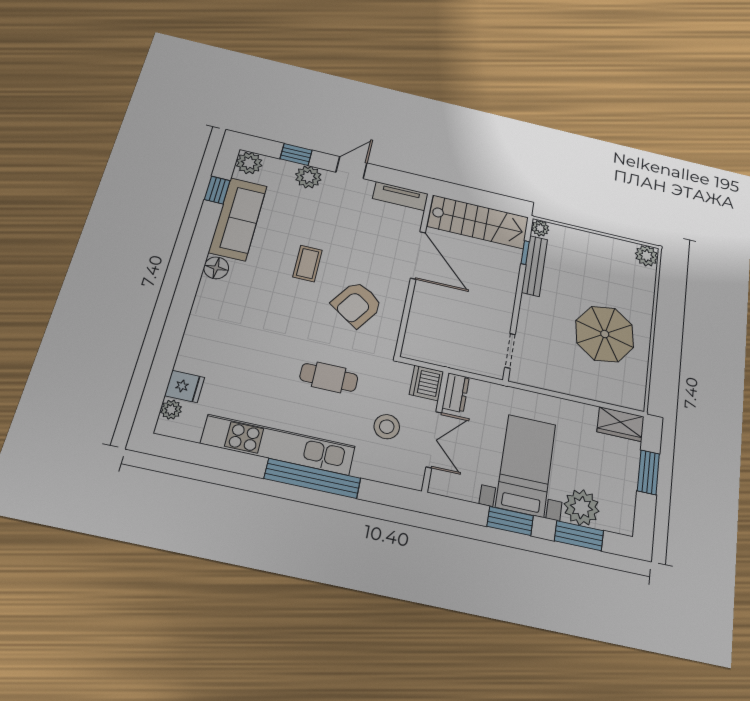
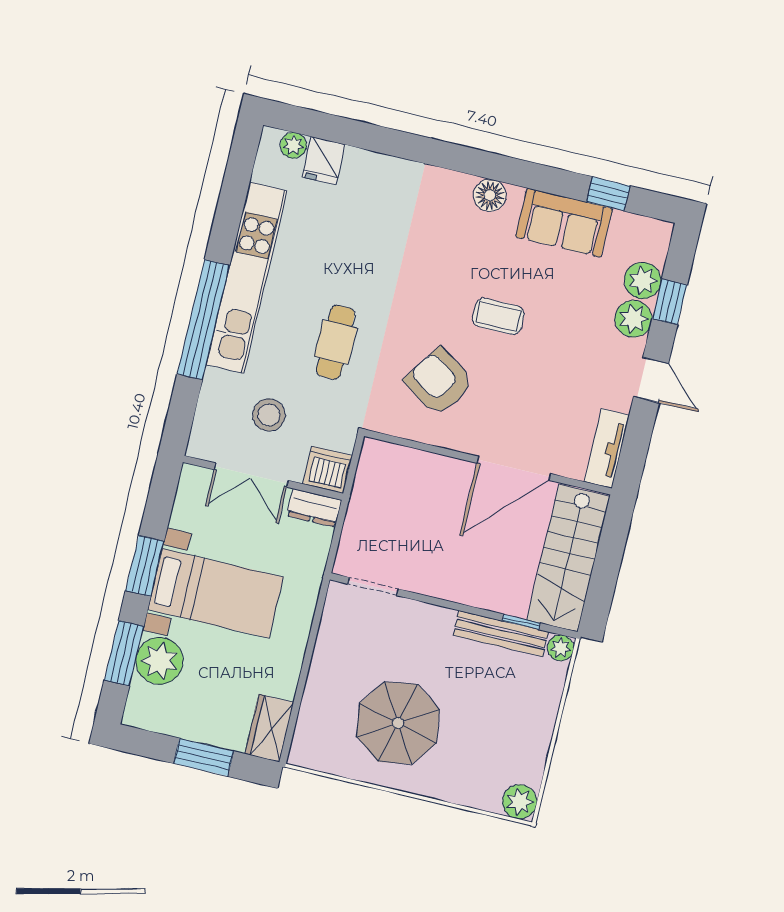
plant: (249, 163) -> (643, 281), moved
sofa: (238, 219) -> (564, 223), width x0.73

